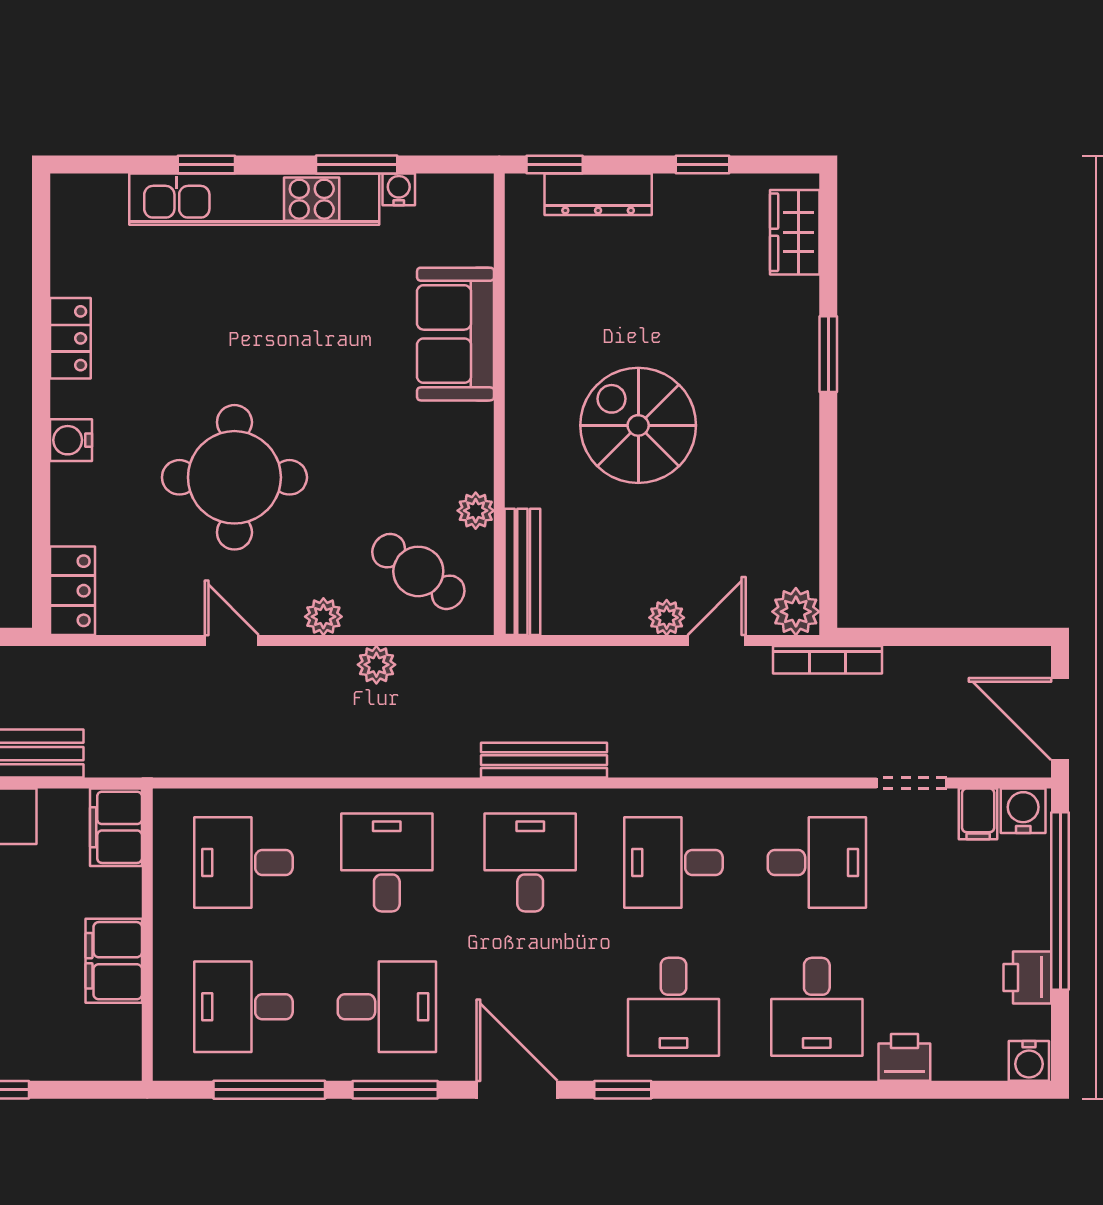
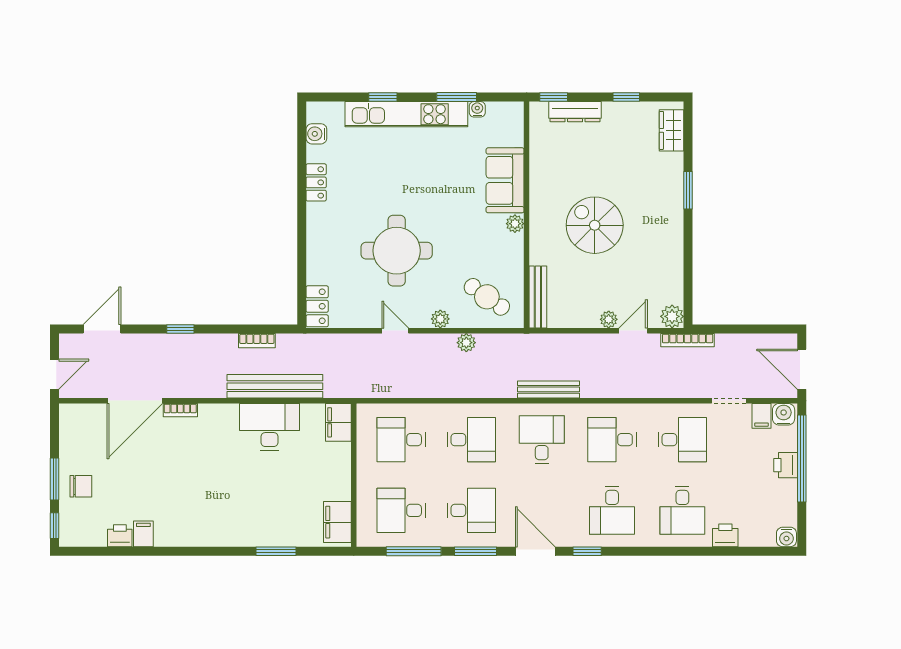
water cooler: (71, 440) -> (316, 134), moved
plant: (476, 511) -> (515, 224), moved
desk: (387, 863) -> (471, 440), turned 90
filing cabinet: (114, 961) -> (337, 522), moved
printer: (1027, 977) -> (786, 465), moved

